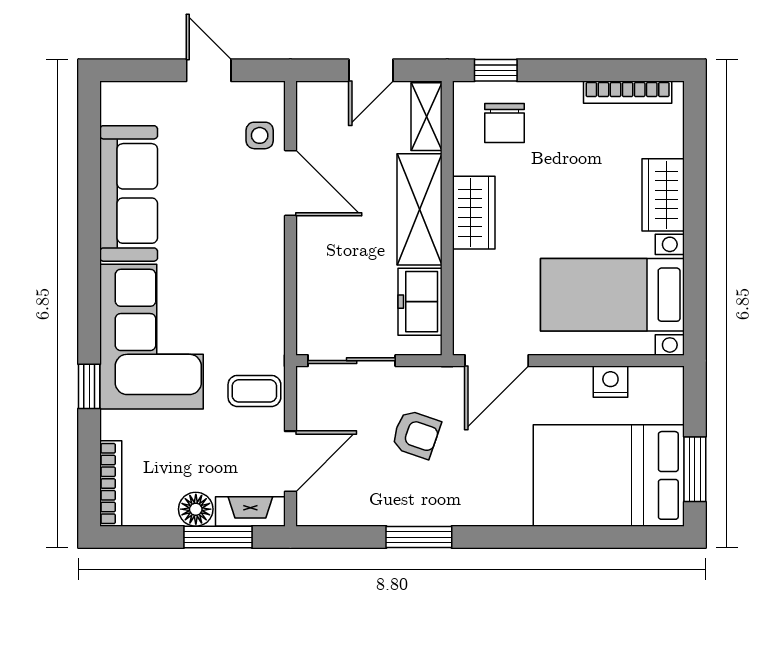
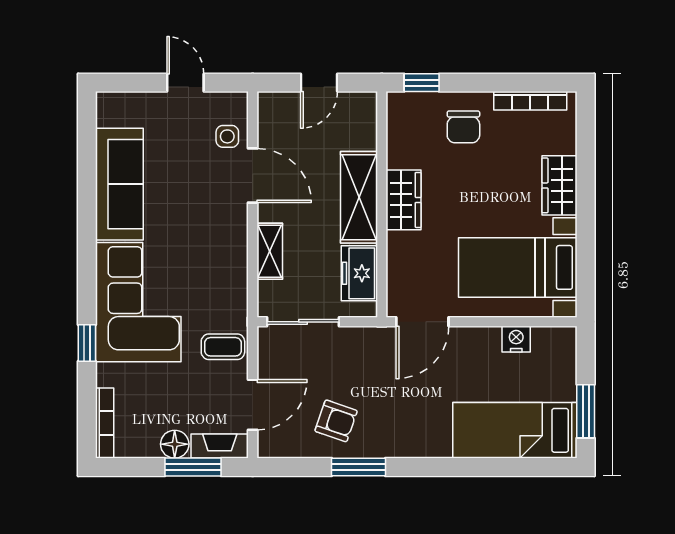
shelving: (427, 117) -> (270, 251), moved
chair: (505, 123) -> (463, 127), moved
armchair: (416, 434) -> (336, 421), moved
bed: (609, 475) -> (515, 430), width x0.67

